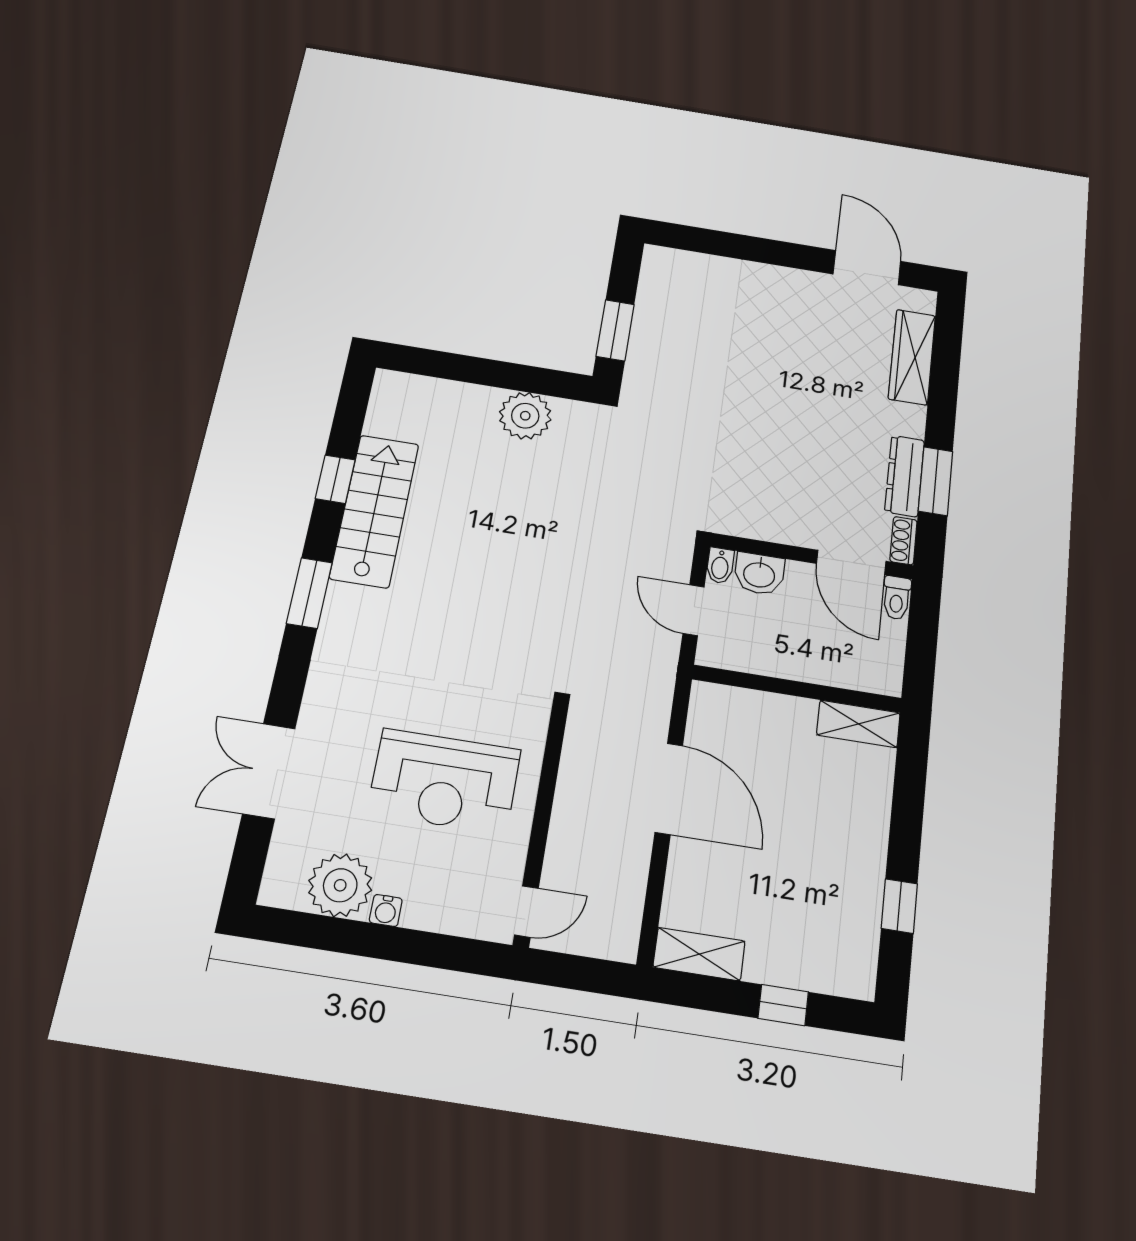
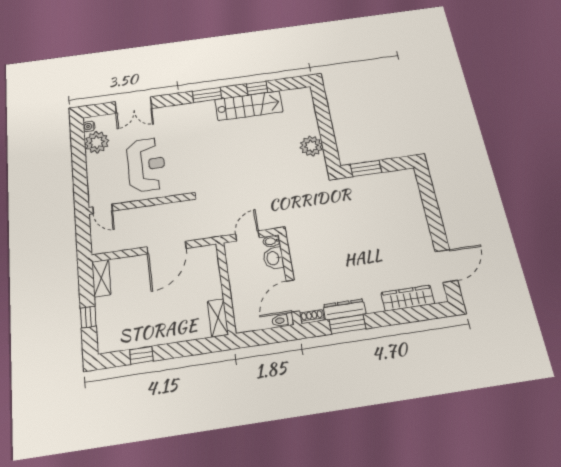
double door: (269, 771) -> (133, 105), swing flipped
reception desk: (444, 781) -> (146, 165), turned 180
water cooler: (386, 910) -> (89, 126), moved

